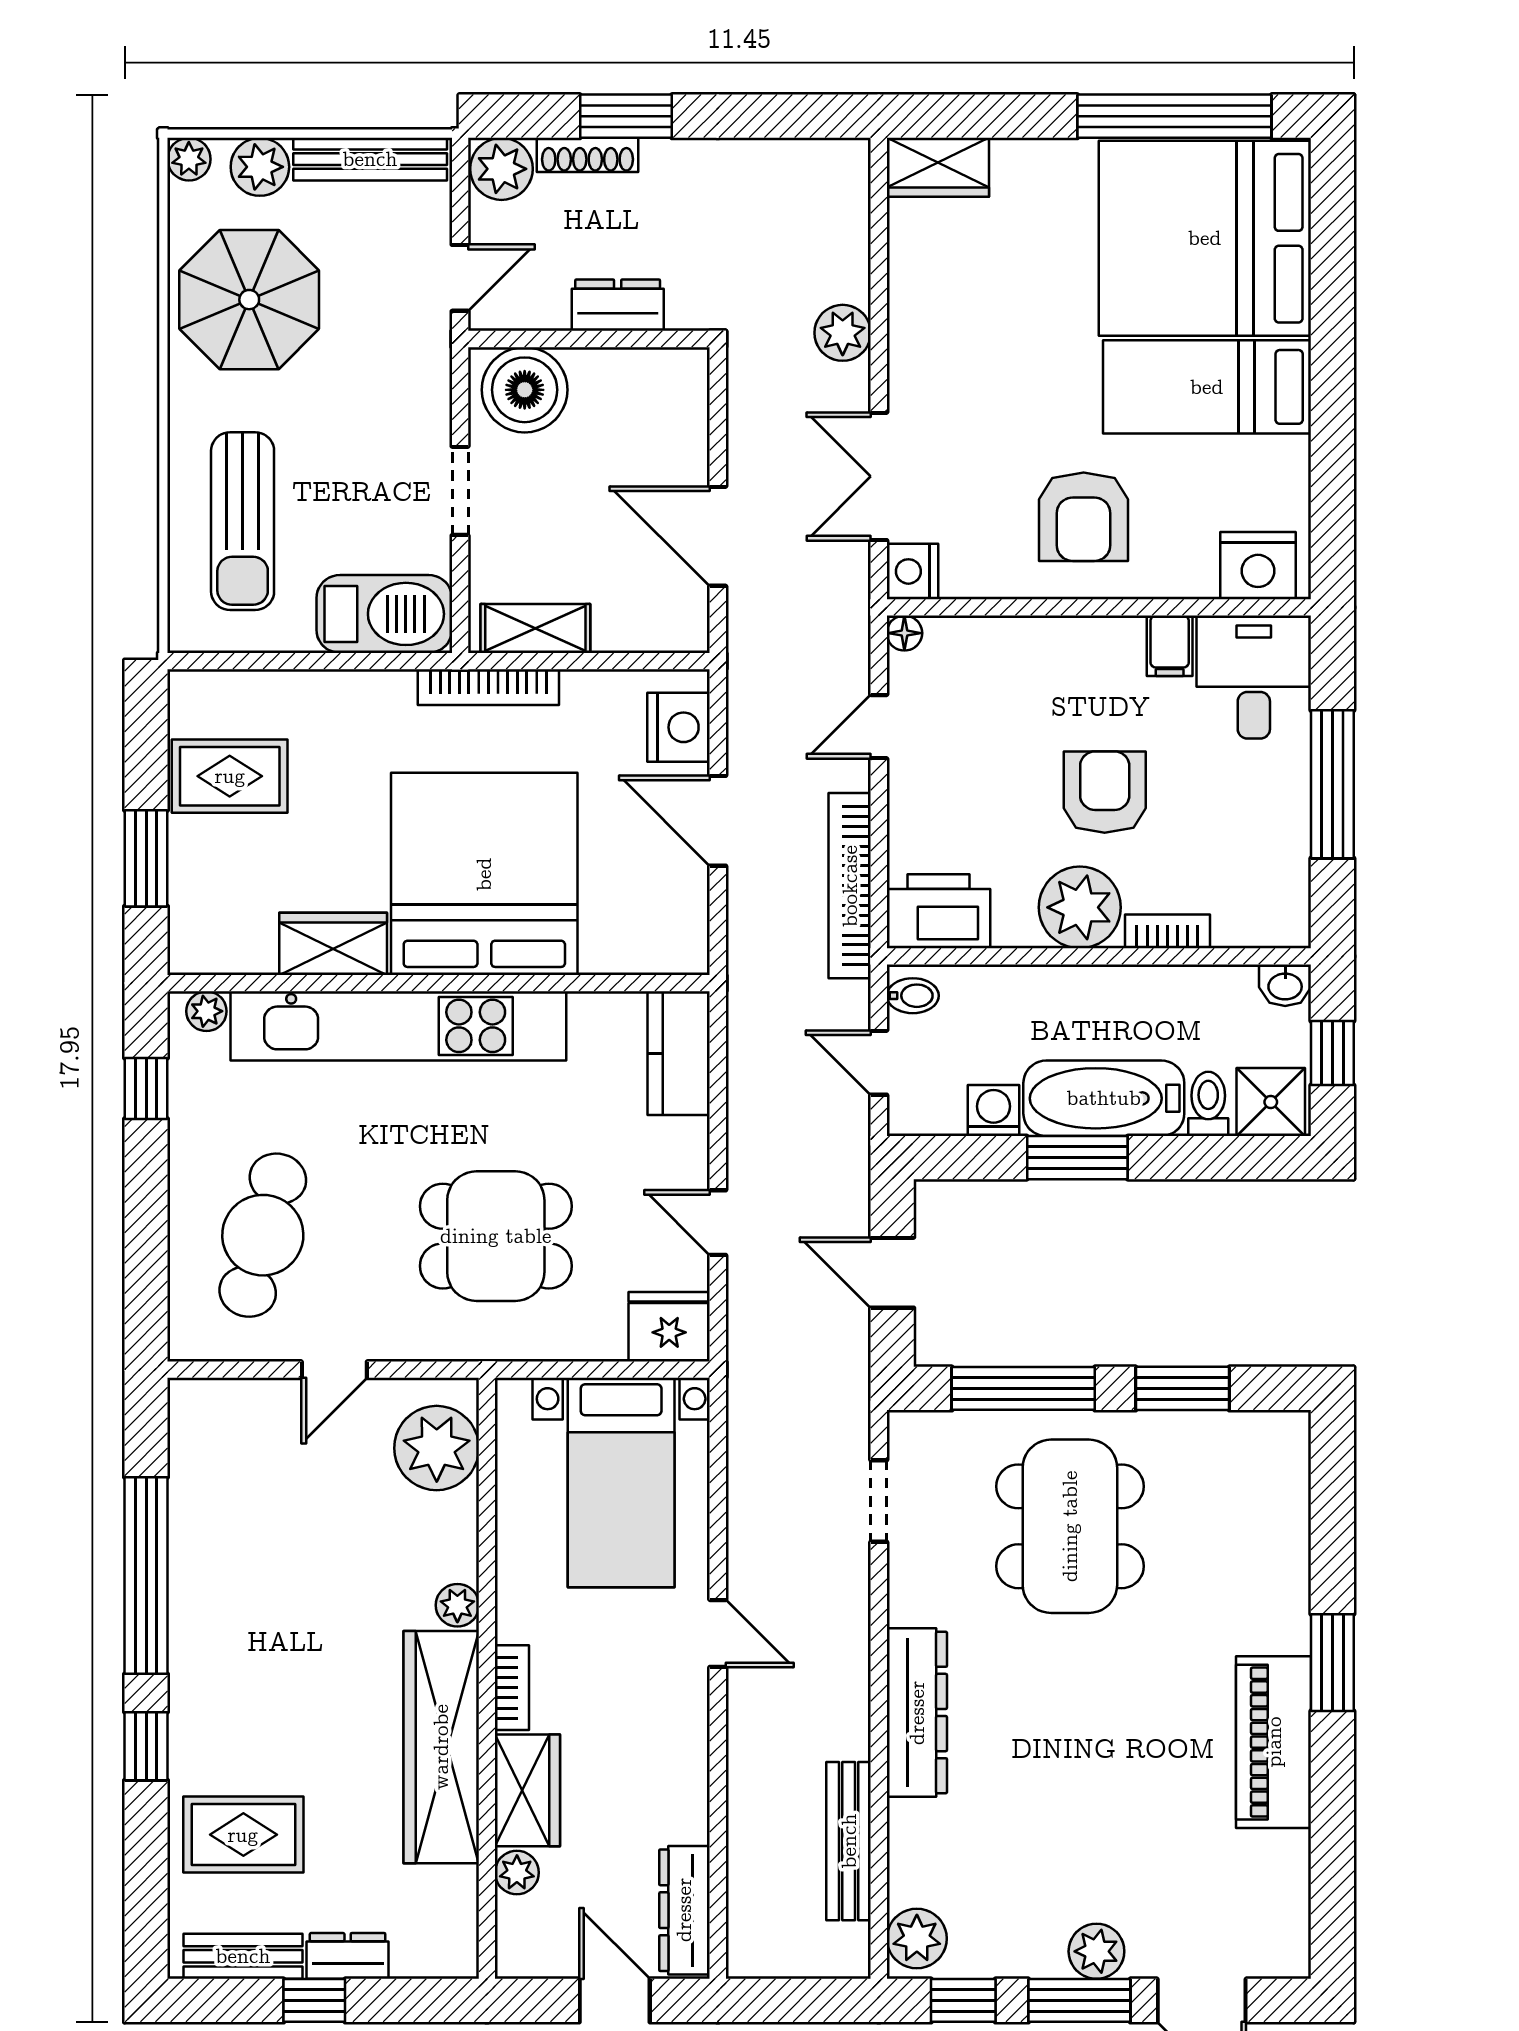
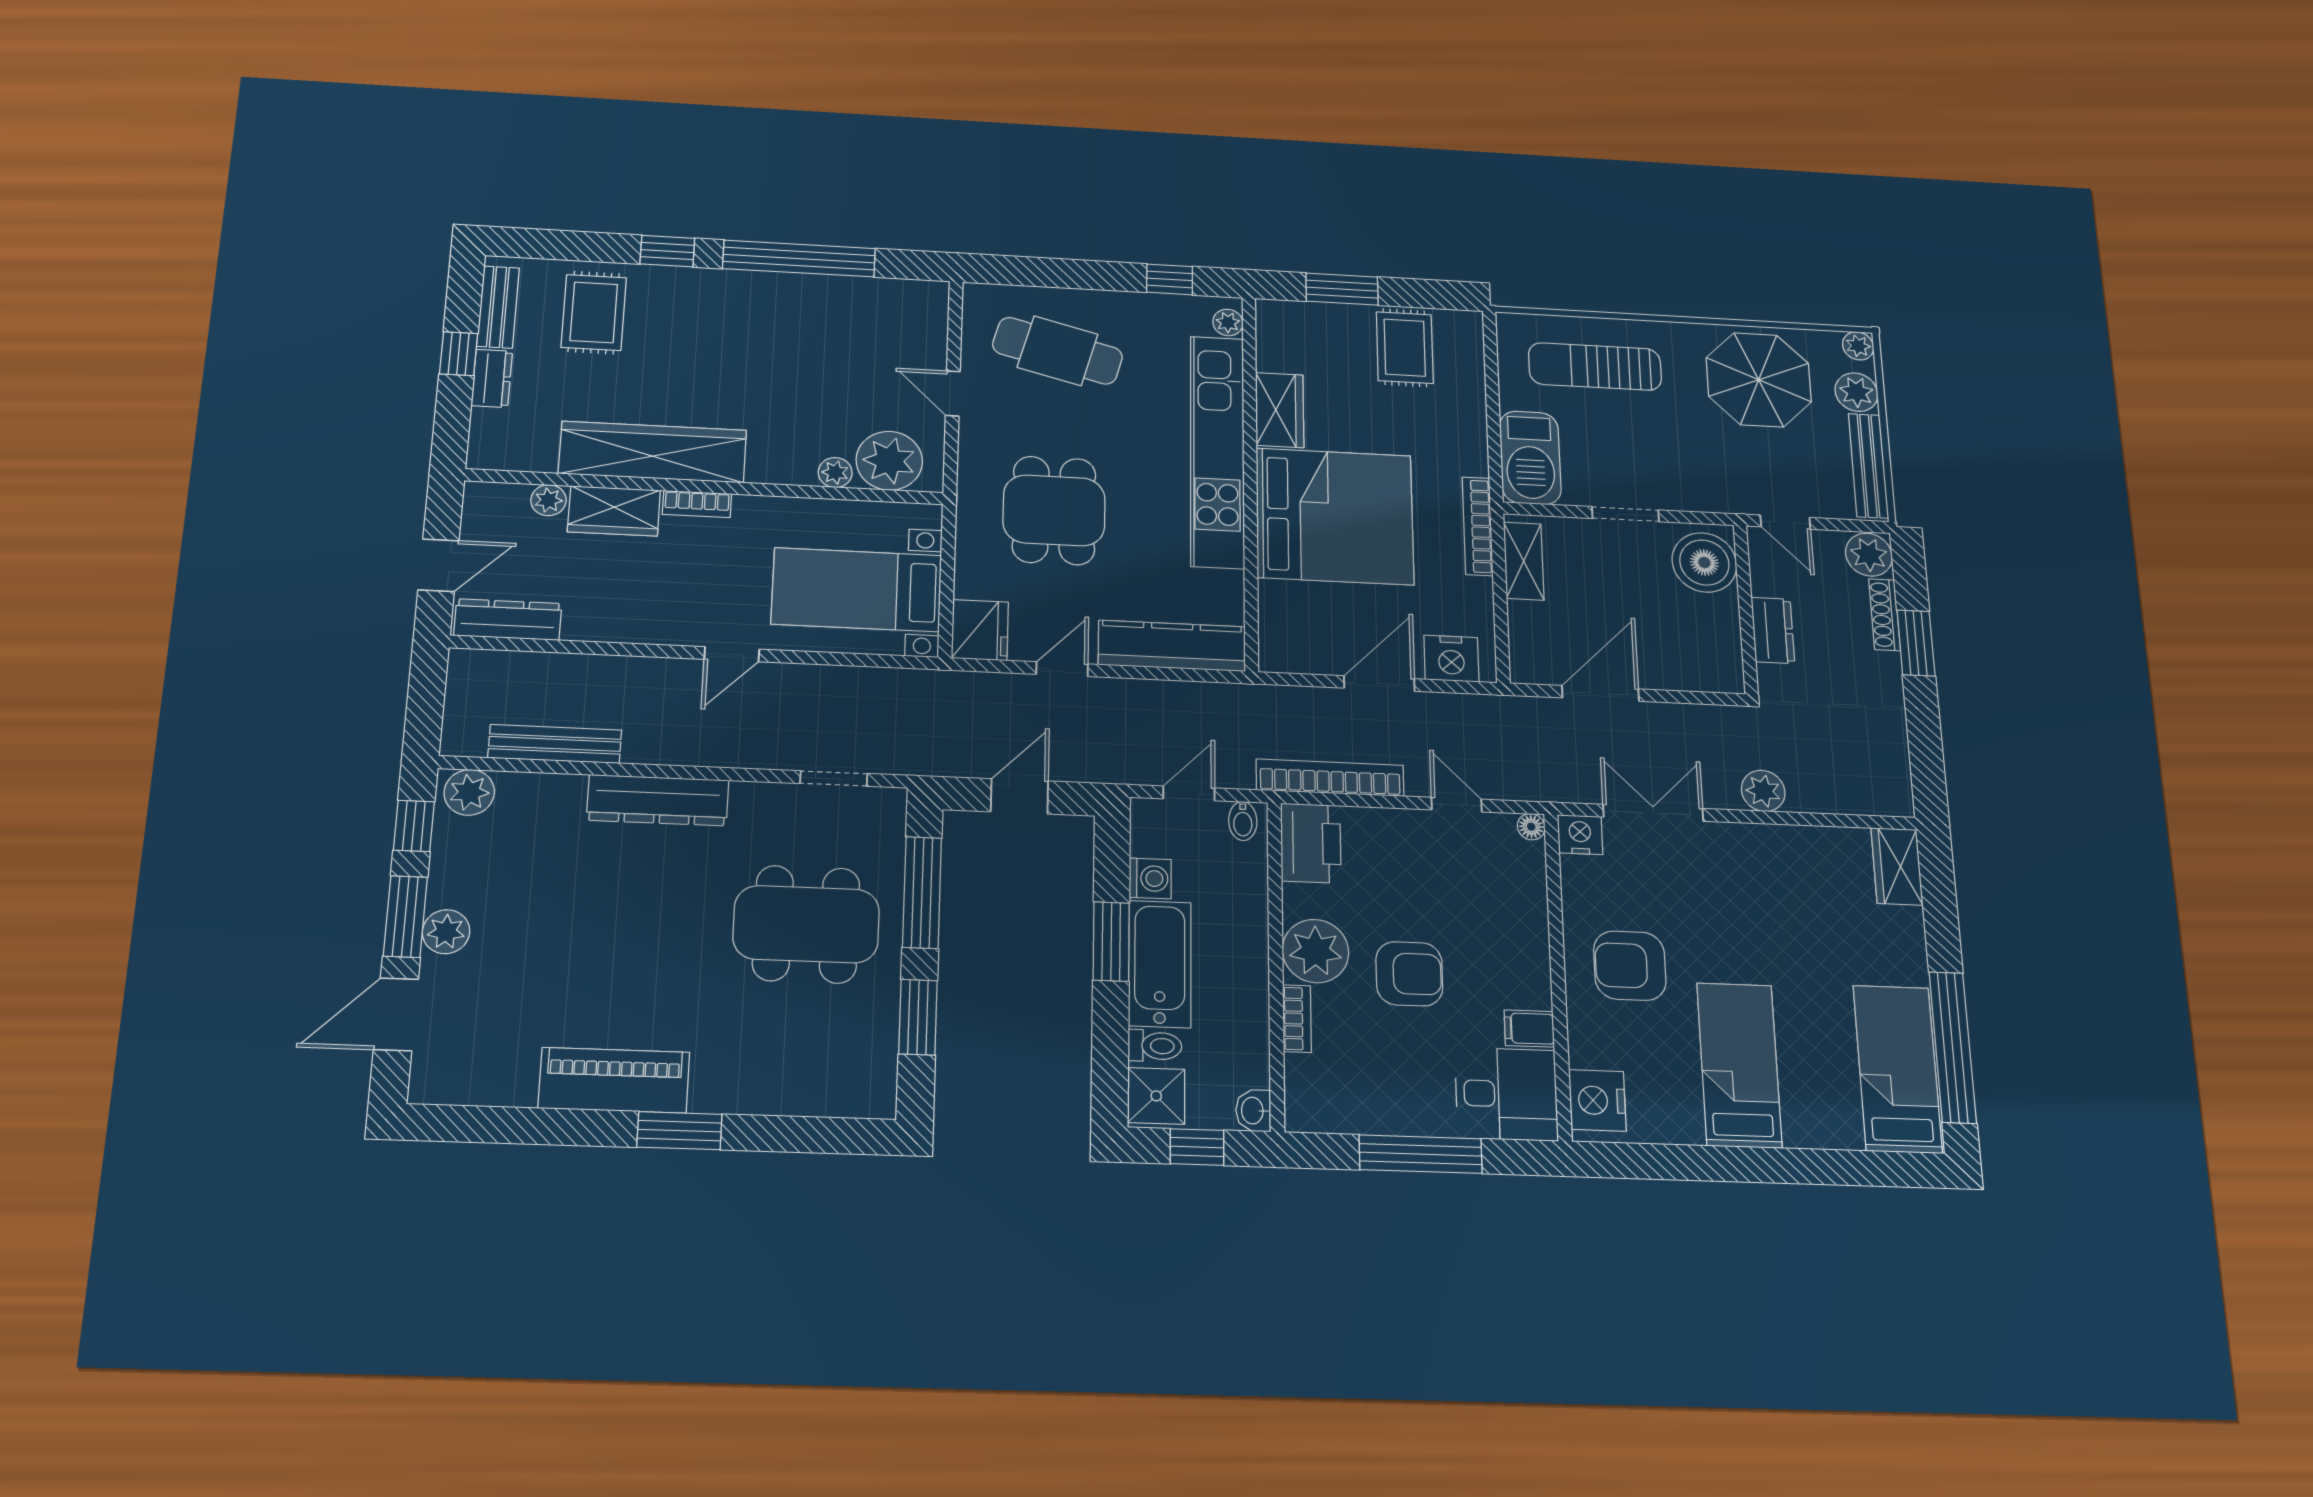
bed: (1205, 238) -> (1897, 1069), width x0.49
kitchen counter: (679, 1053) -> (1172, 646), width x1.50
plant: (457, 1605) -> (835, 473), moved

